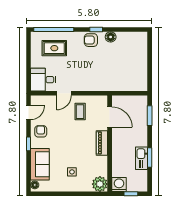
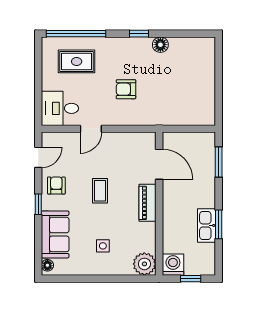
armchair: (91, 40) -> (126, 89), moved
coffee table: (80, 112) -> (100, 191), moved

